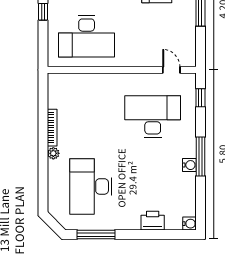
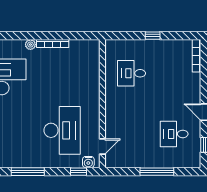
desk: (87, 36) -> (132, 73), width x0.53, depth x0.77
water cooler: (189, 165) -> (88, 162), moved

